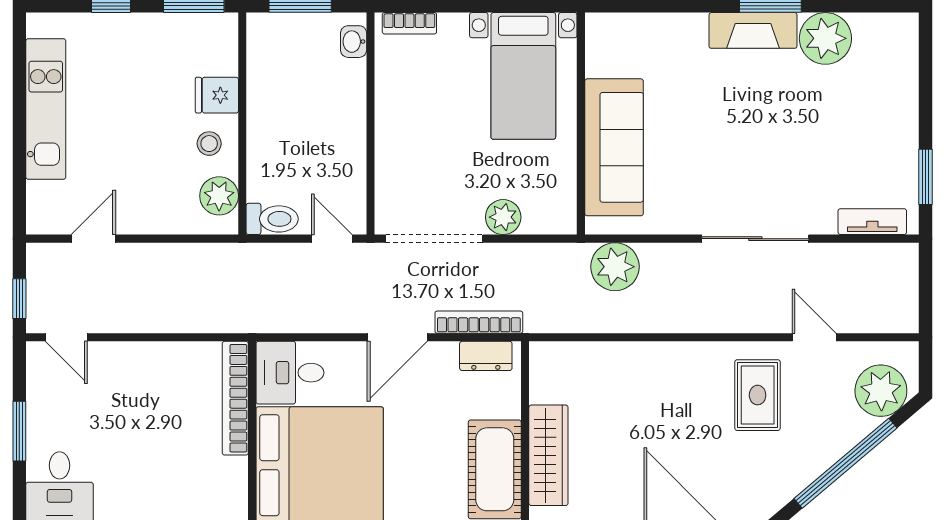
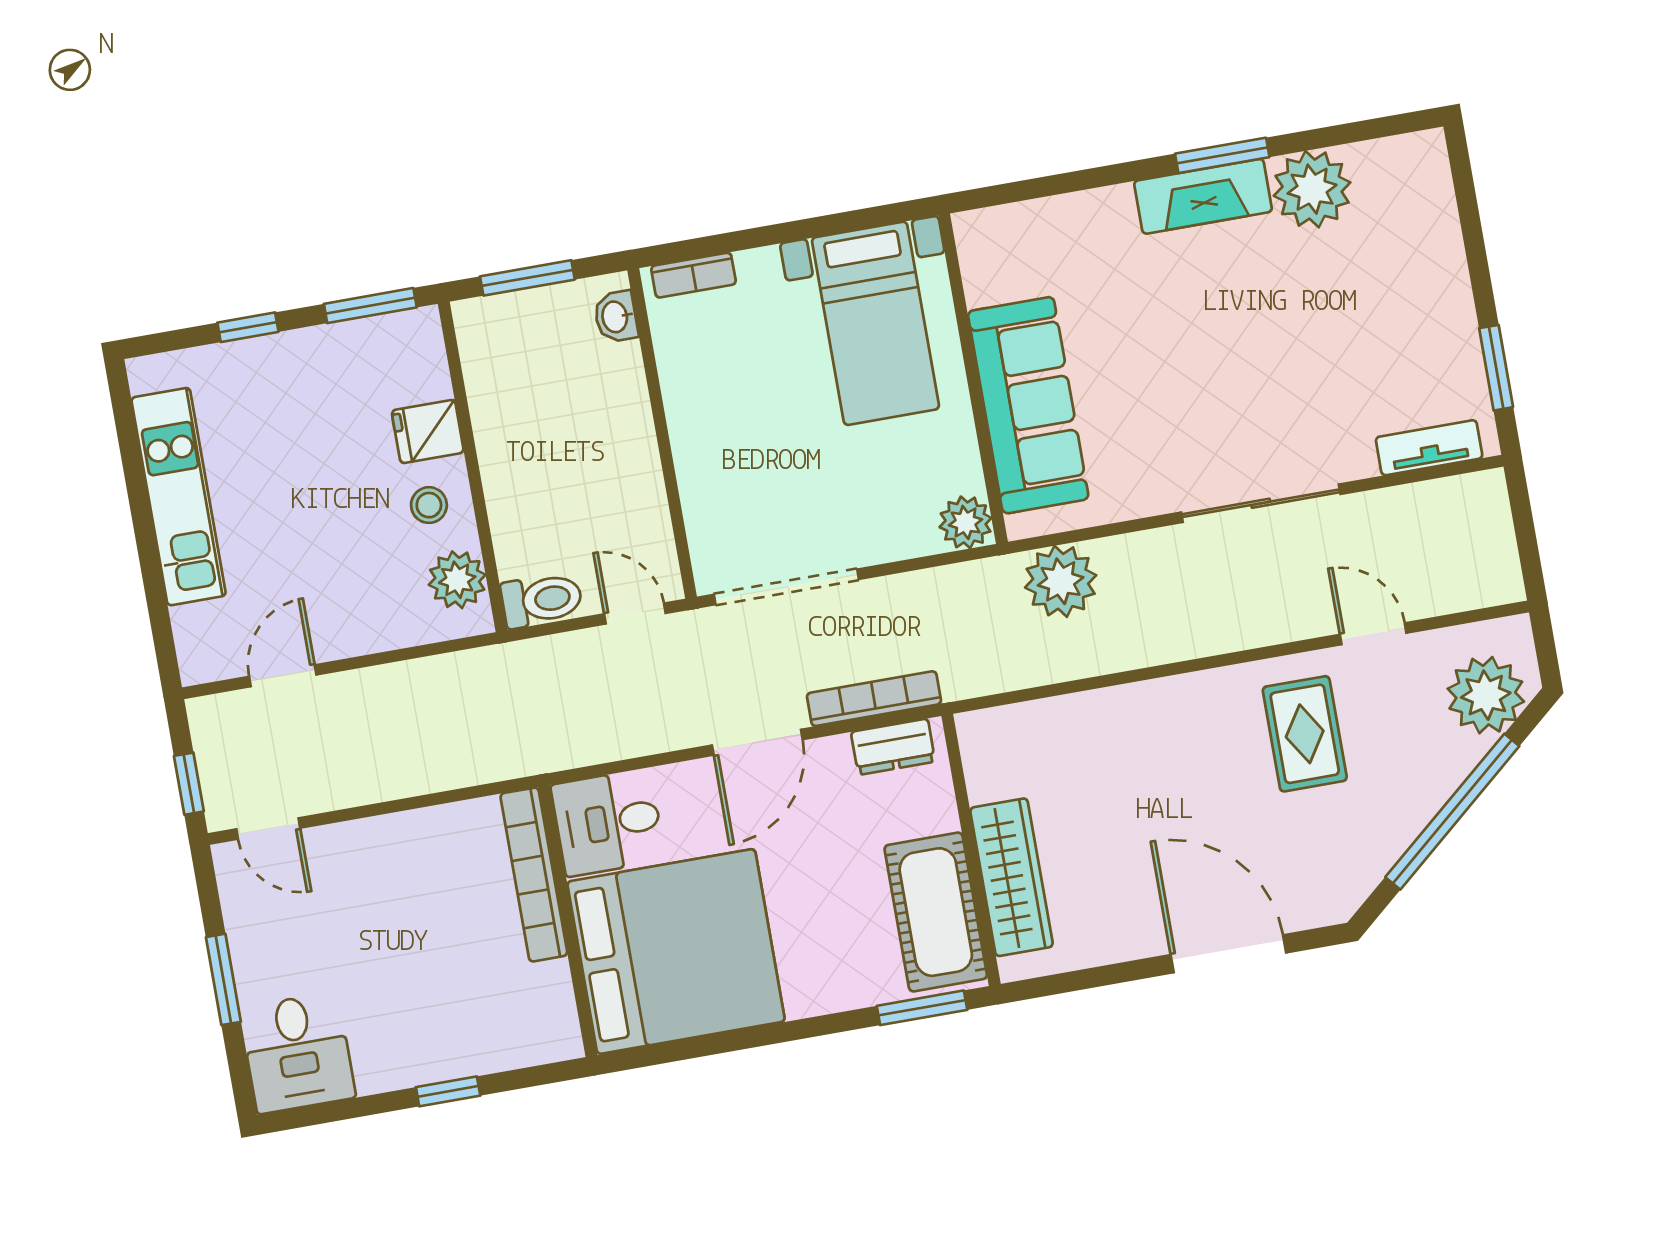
plant: (503, 217) -> (966, 522), moved

